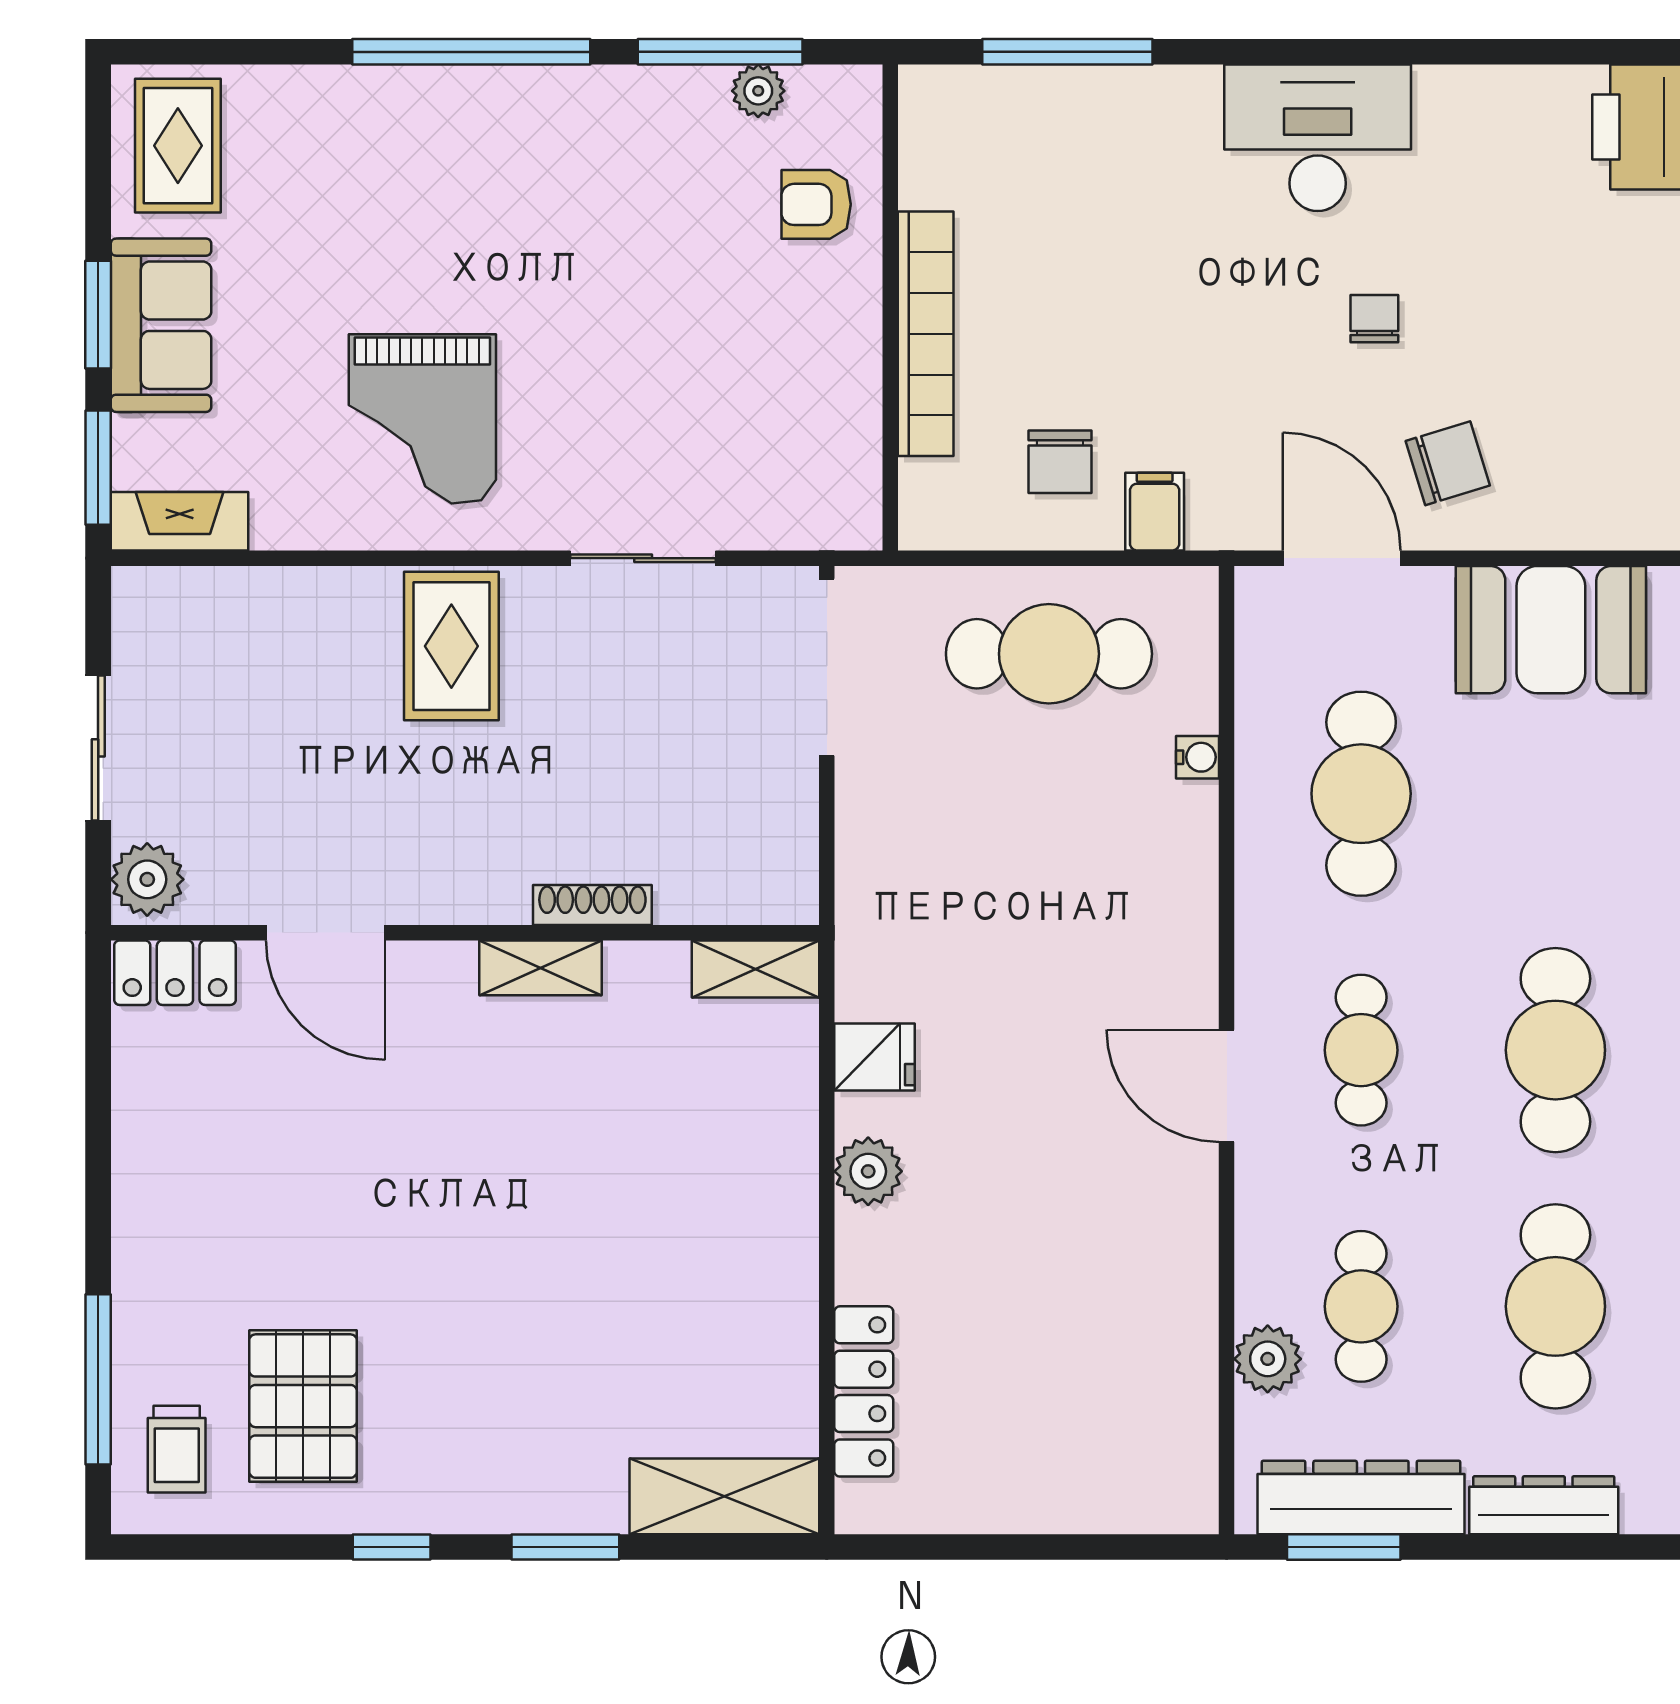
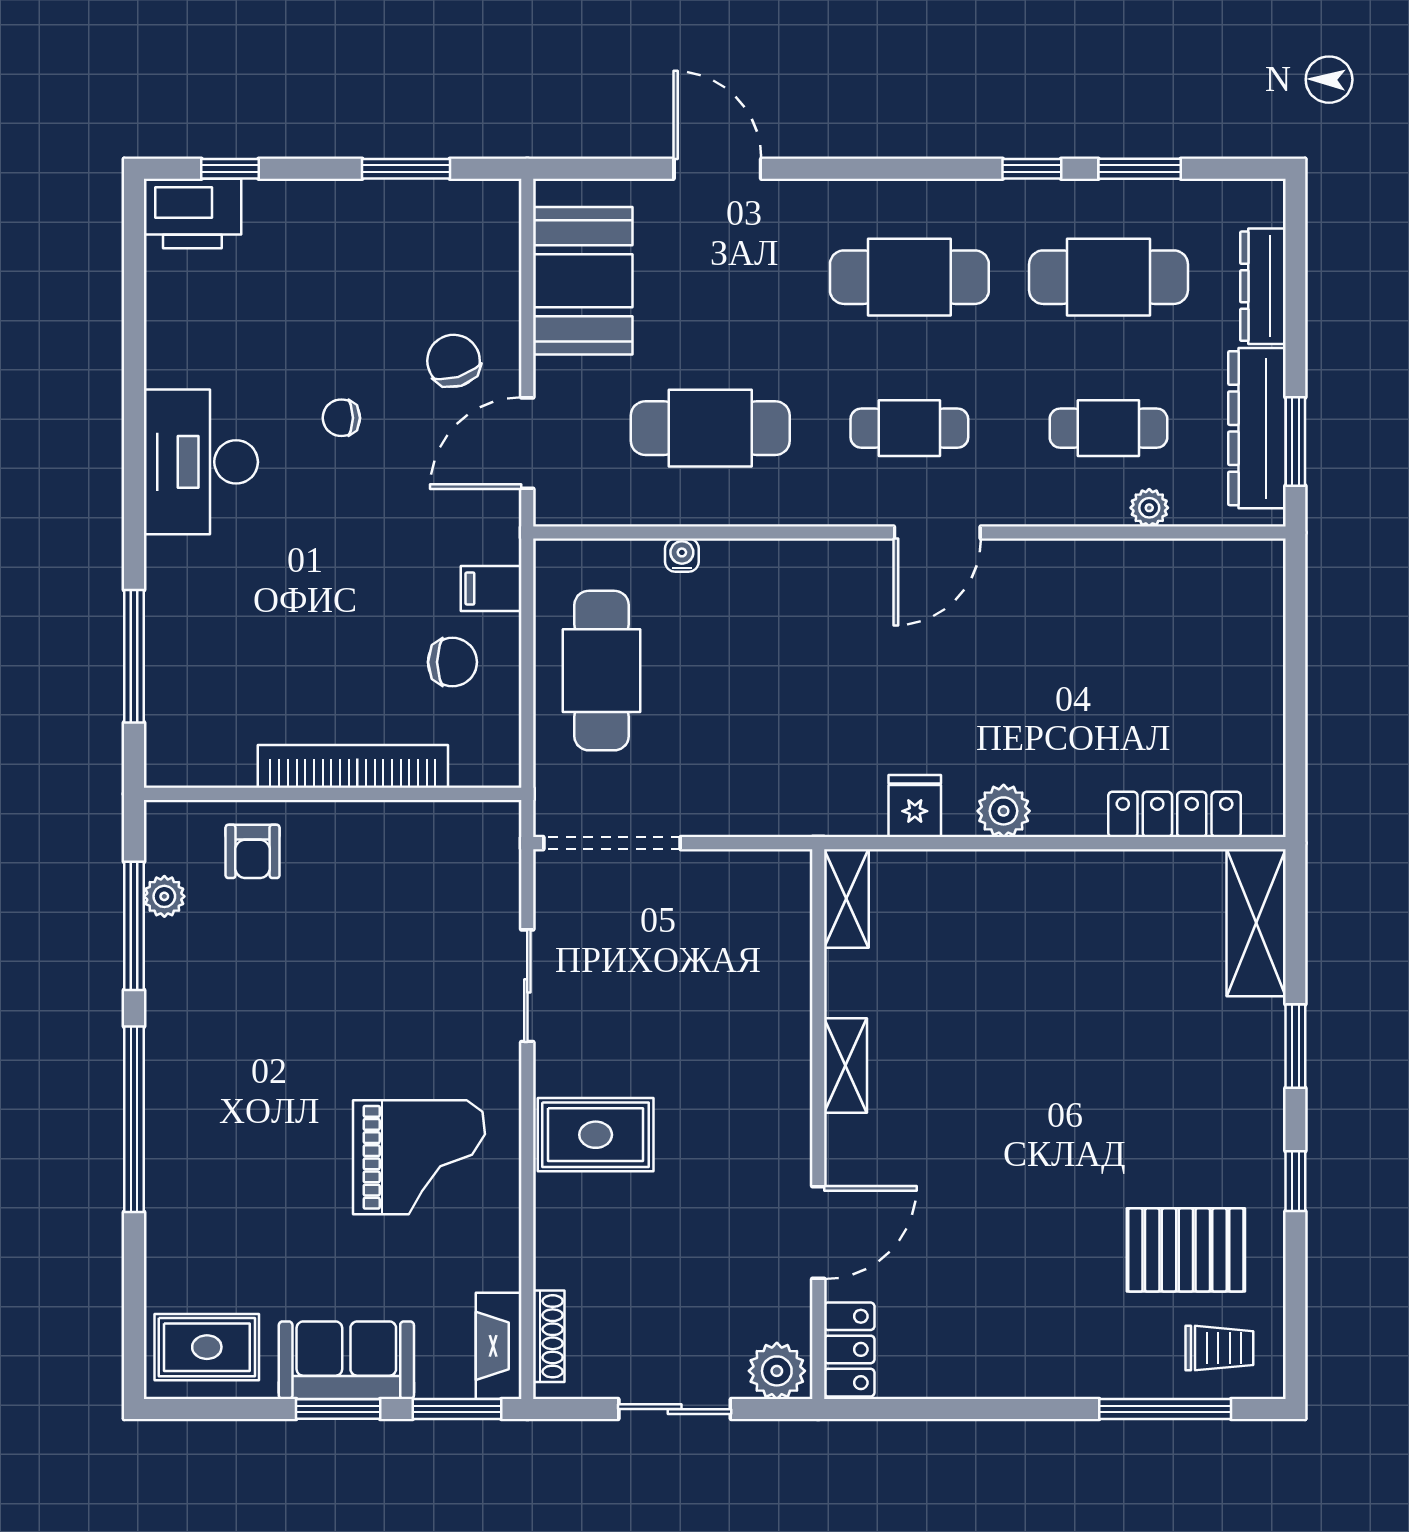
shoe rack: (592, 905) -> (549, 1336), moved, turned 180
plant: (1268, 1359) -> (1149, 508), width x0.73, depth x0.73

